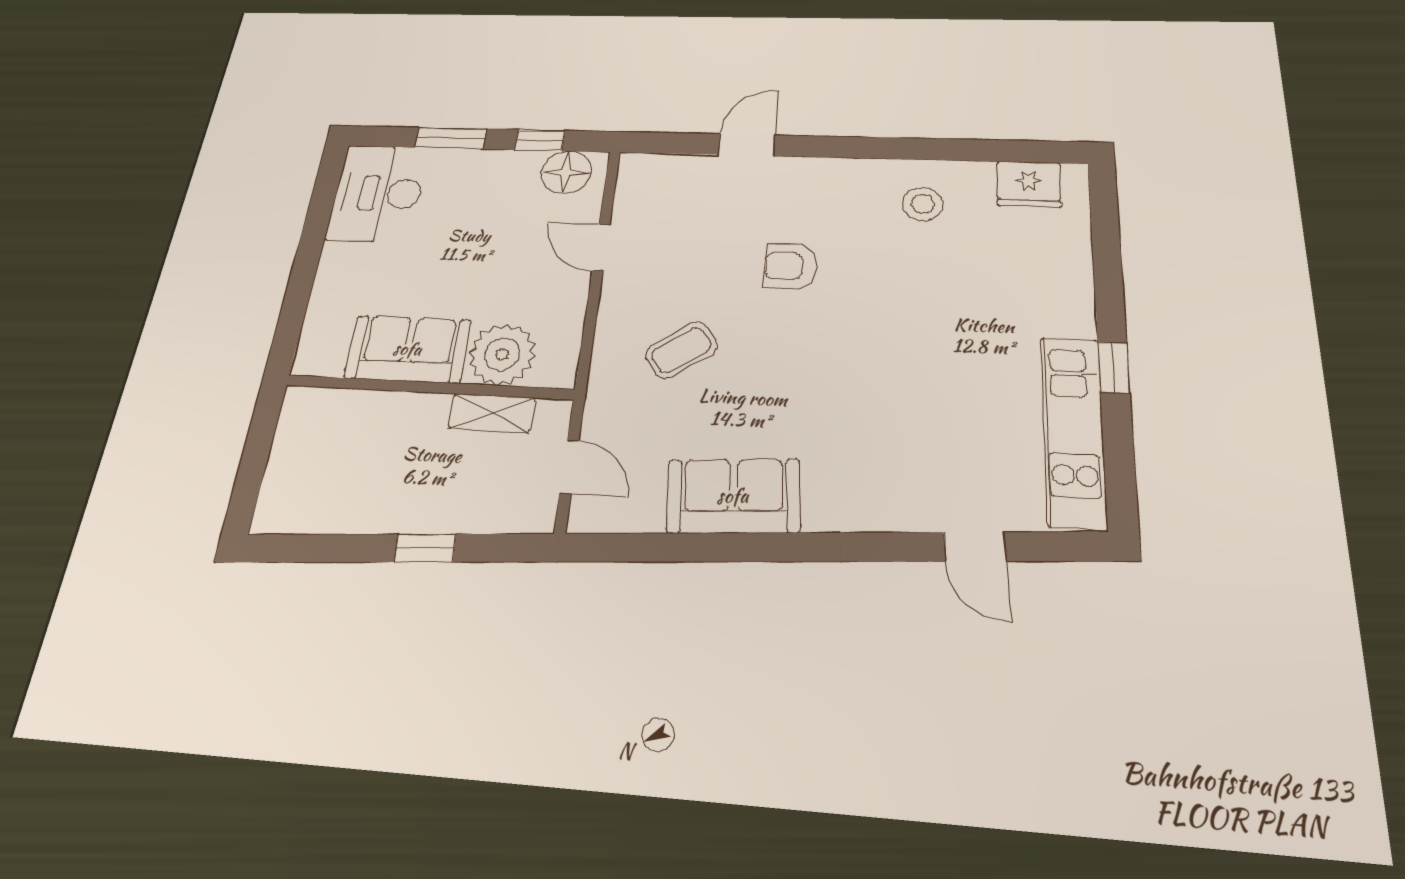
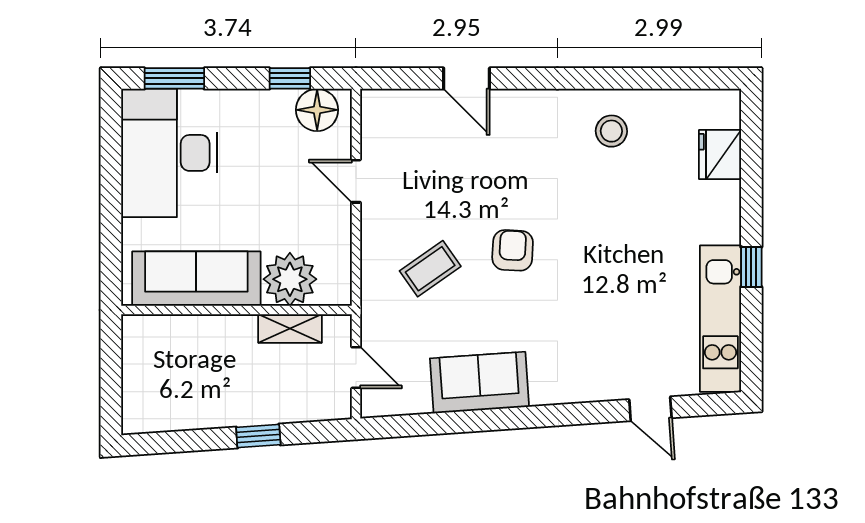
window: (451, 138) -> (174, 78), moved
door: (747, 145) -> (467, 78), swing flipped
fridge: (1029, 184) -> (720, 155), moved, turned 90
desk: (378, 193) -> (169, 153), width x1.36, depth x1.30
armchair: (791, 266) -> (513, 250), moved, turned 93
sofa: (408, 349) -> (196, 279), width x1.36

